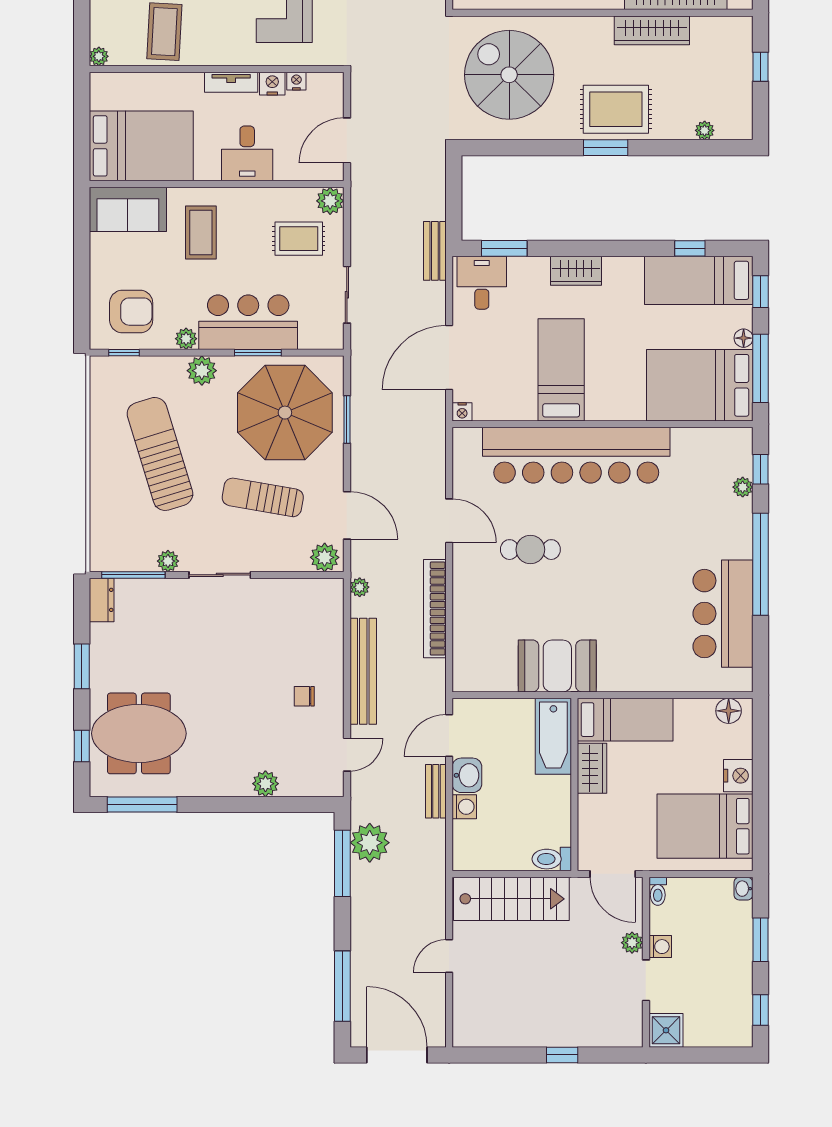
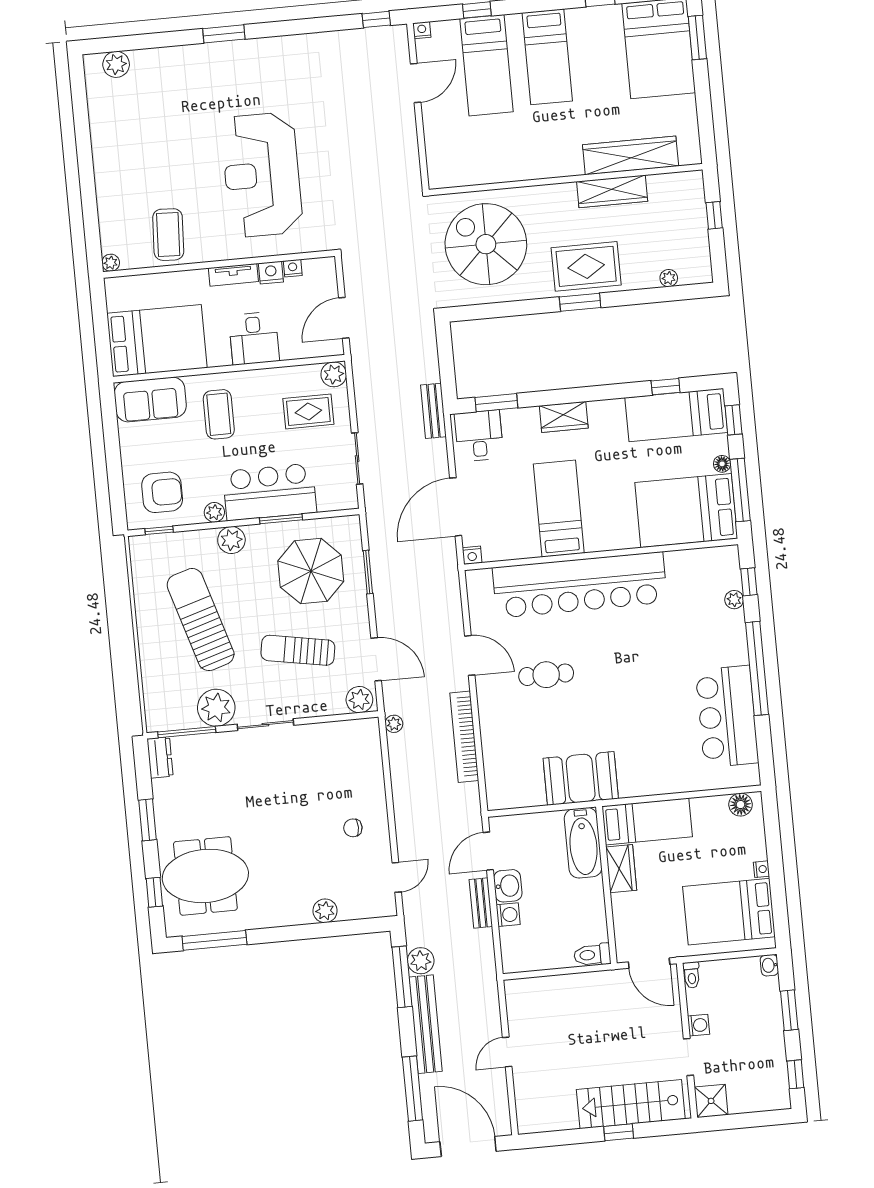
parasol: (285, 413) -> (311, 571), width x0.73, depth x0.73
plant: (168, 561) -> (216, 708), width x1.87, depth x1.87
bench: (363, 671) -> (426, 1024), moved
nightstand: (738, 776) -> (761, 869), width x0.53, depth x0.56
plant: (370, 843) -> (421, 961), width x0.73, depth x0.73
stairs: (511, 899) -> (631, 1104), moved, turned 180
plant: (632, 943) -> (673, 1024), removed

